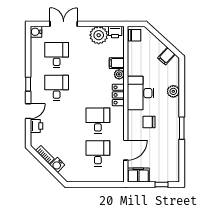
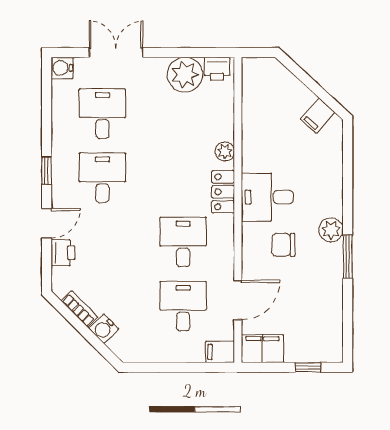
chair: (135, 35) -> (255, 75), removed
filing cabinet: (117, 63) -> (220, 352), moved
plant: (173, 91) -> (331, 230), moved
desk: (141, 93) -> (267, 197), width x0.73

